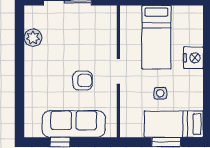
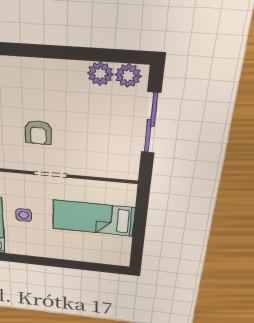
plant: (33, 19) -> (128, 76), added
nightstand: (193, 58) -> (67, 251), removed

